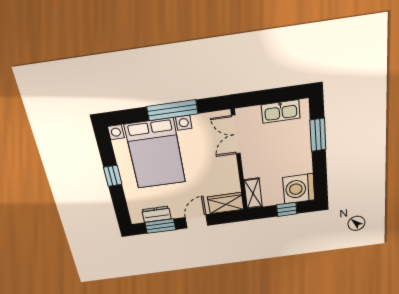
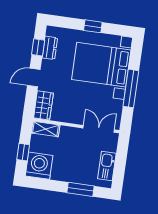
door: (197, 221) -> (34, 78), swing flipped
window: (160, 226) -> (38, 47), width x0.67

